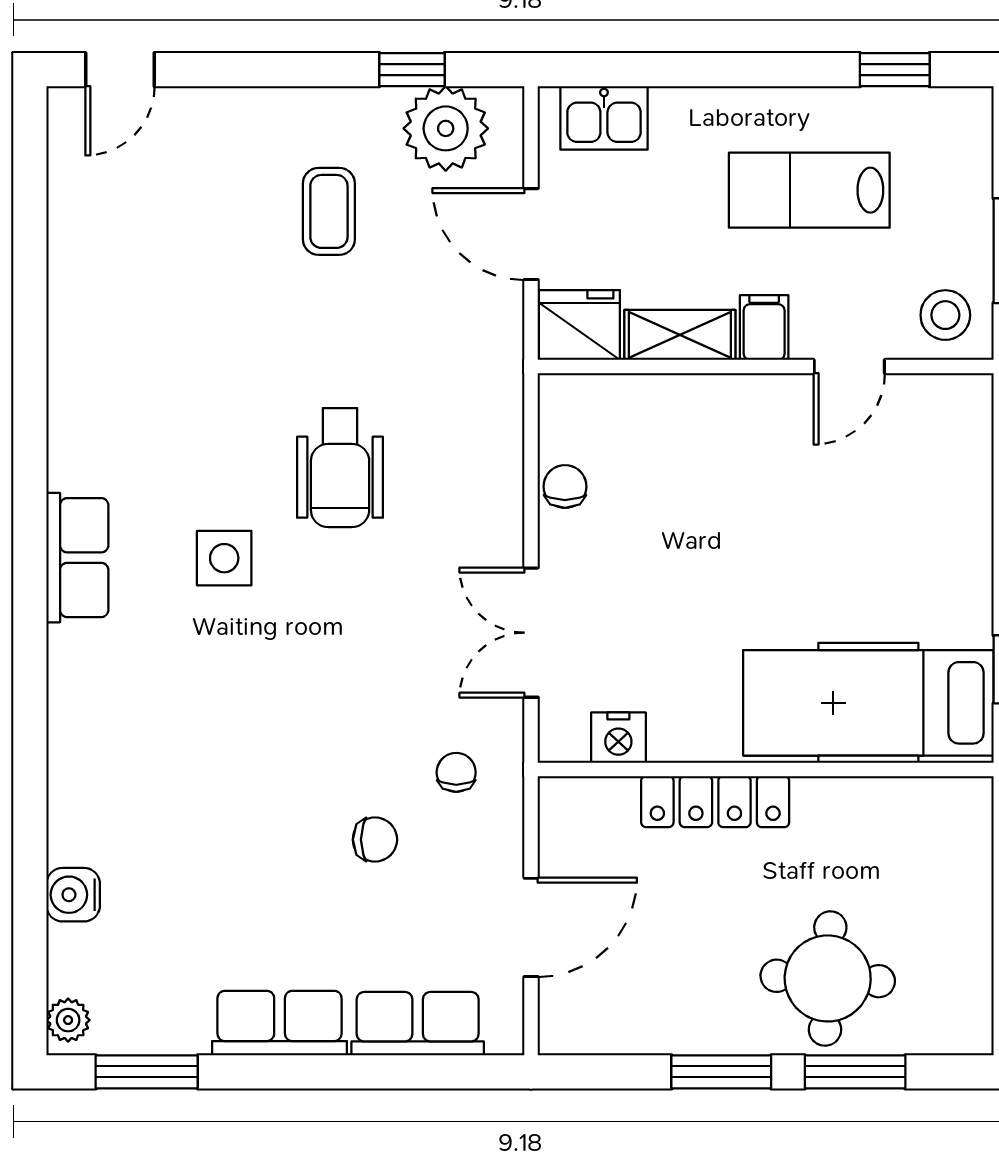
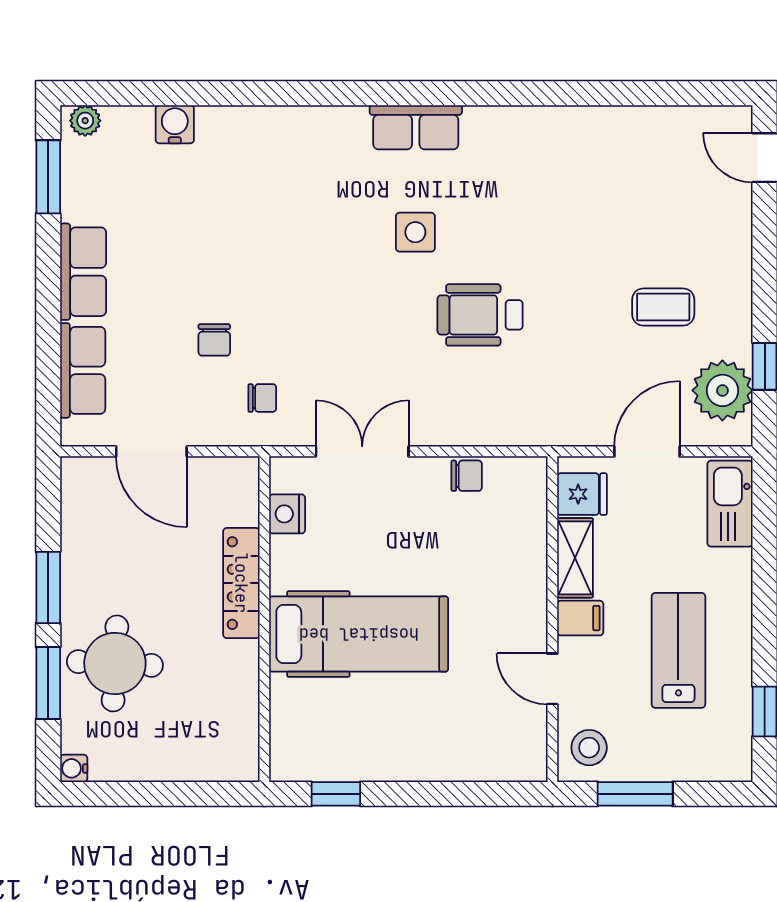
kitchen sink: (604, 118) -> (730, 504), width x1.38
fridge: (579, 325) -> (582, 494), width x0.72
hospital bed: (868, 703) -> (359, 634), moved, turned 90
water cooler: (974, 1036) -> (74, 768), added

